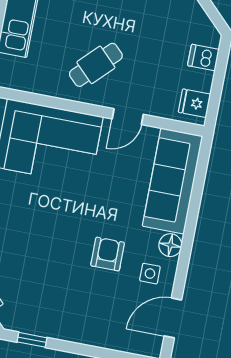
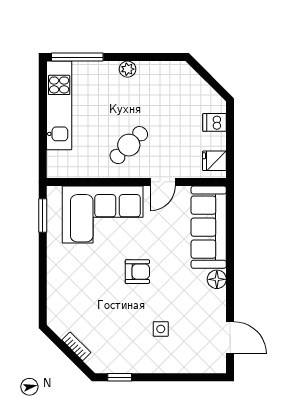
armchair: (108, 254) -> (137, 272), moved, turned 90
side table: (150, 274) -> (161, 329), moved
door: (173, 318) -> (230, 338), swing flipped

